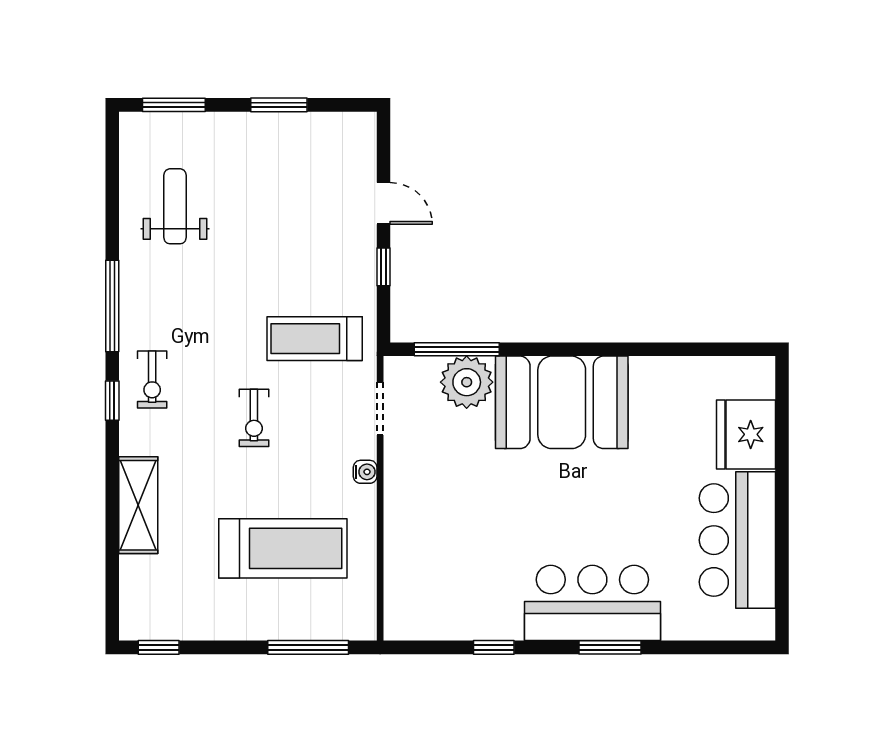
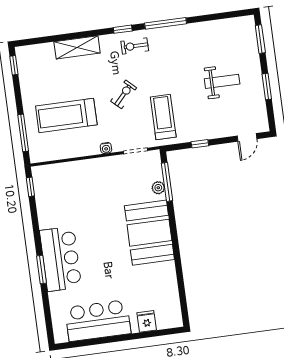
door: (383, 203) -> (247, 137), moved
weight bench: (175, 206) -> (222, 81), moved
plant: (467, 382) -> (158, 188), width x0.53, depth x0.53
exercise bike: (254, 418) -> (124, 94), turned 133
fridge: (746, 434) -> (147, 321), width x0.53, depth x0.75
treadmill: (283, 548) -> (66, 115), turned 90
window: (494, 647) -> (30, 187), moved

